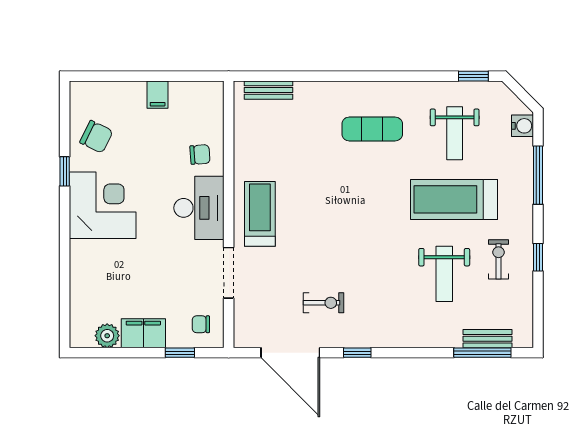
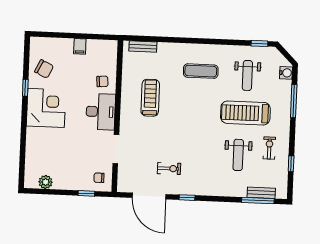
treadmill: (260, 214) -> (150, 98), moved
window: (538, 257) -> (291, 164), moved
filing cabinet: (143, 333) -> (66, 182), removed

